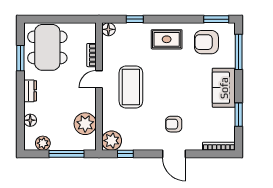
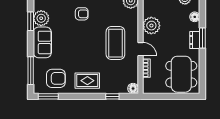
window: (20, 58) -> (202, 38), moved
door: (99, 79) -> (141, 49), hinge flipped
plant: (225, 118) -> (41, 18), added
plant: (85, 124) -> (151, 26), moved

